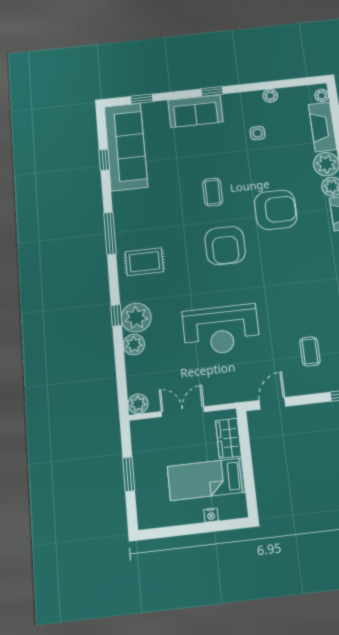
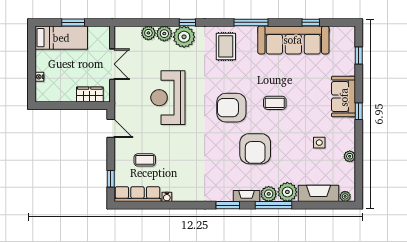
sofa: (126, 147) -> (293, 40), moved
plant: (138, 404) -> (148, 33), moved
bed: (206, 479) -> (61, 38), moved, turned 90

